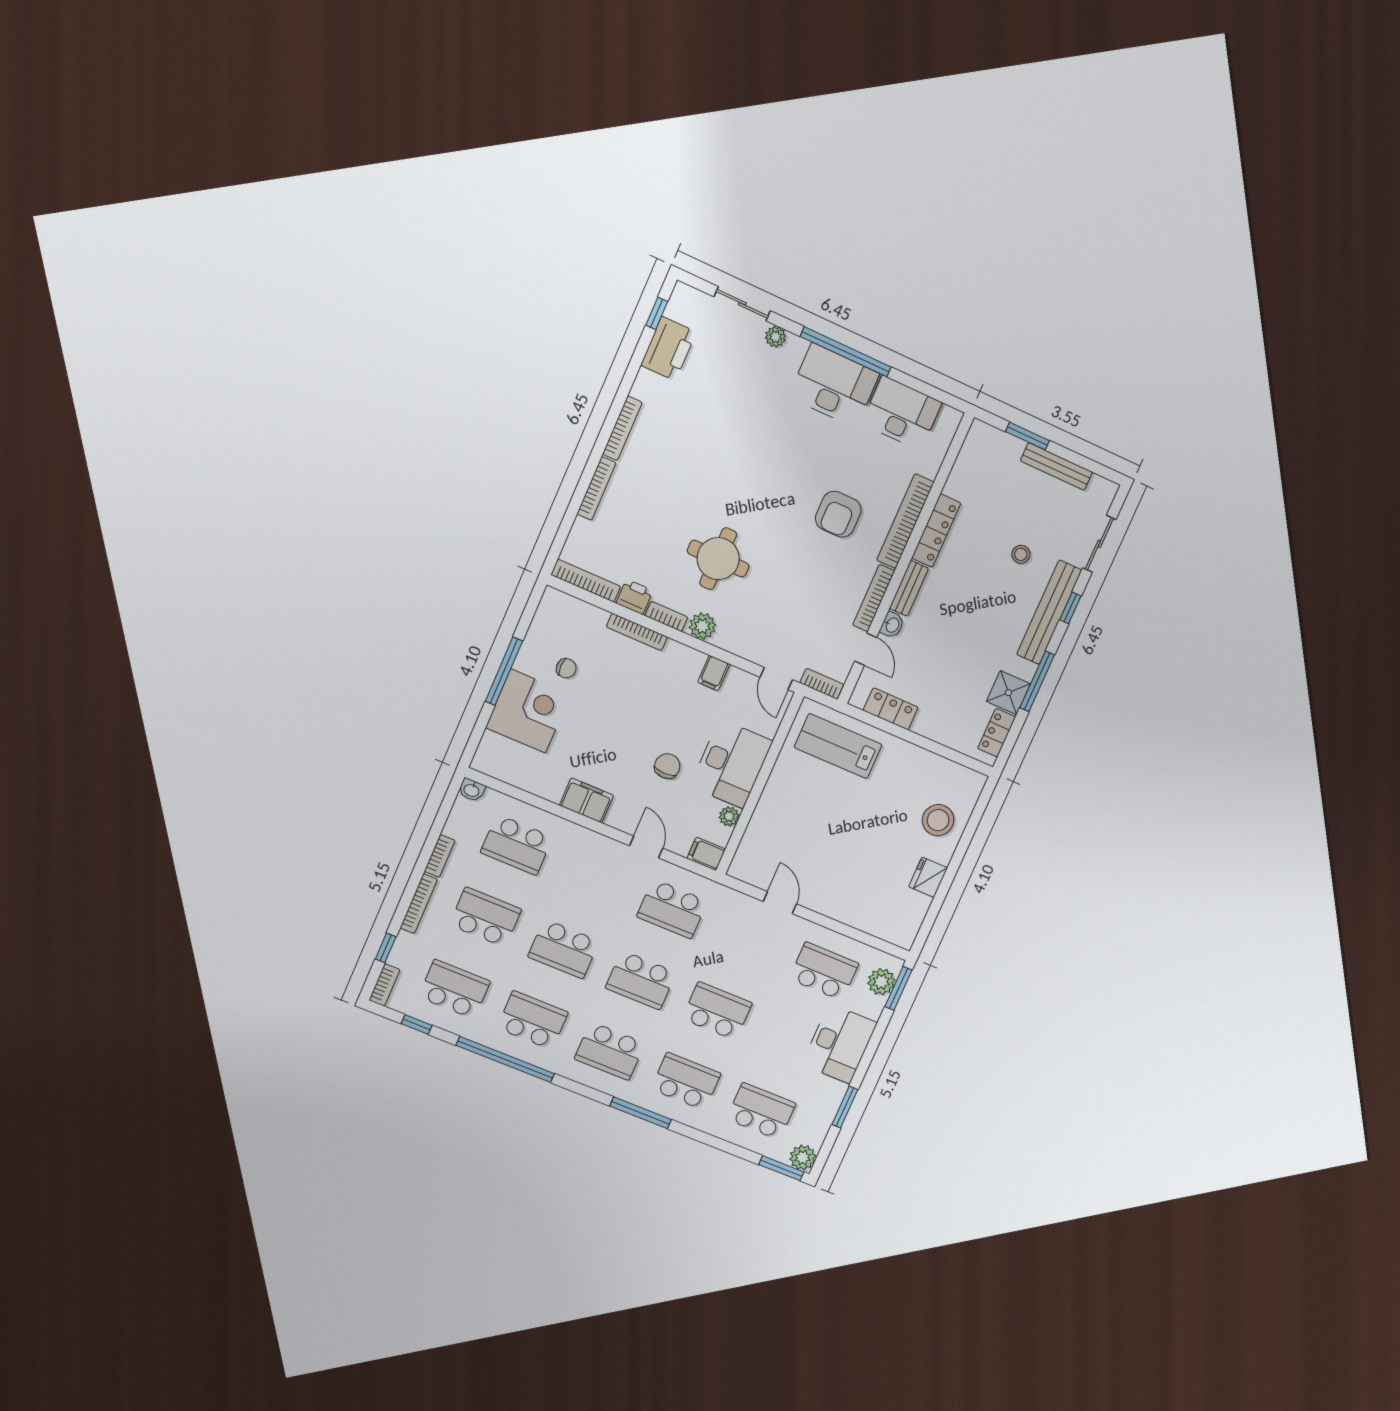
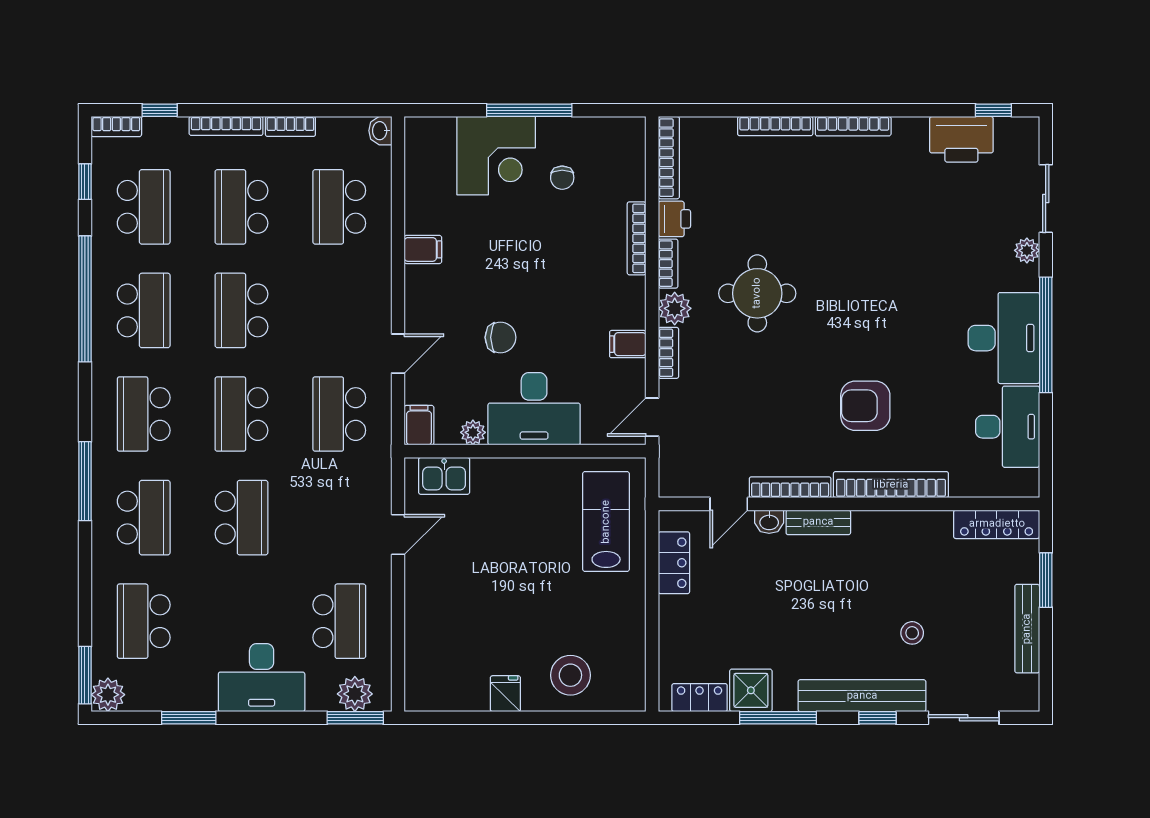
locker: (936, 531) -> (997, 524), moved
bookcase: (822, 684) -> (669, 353), moved
filing cabinet: (586, 800) -> (423, 249), width x0.50
kitchen sink: (752, 851) -> (444, 476), added
fridge: (928, 877) -> (505, 694), width x0.72
school desk: (485, 917) -> (241, 207), turned 180
school desk: (761, 1111) -> (144, 621), turned 180

